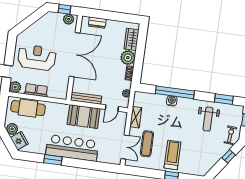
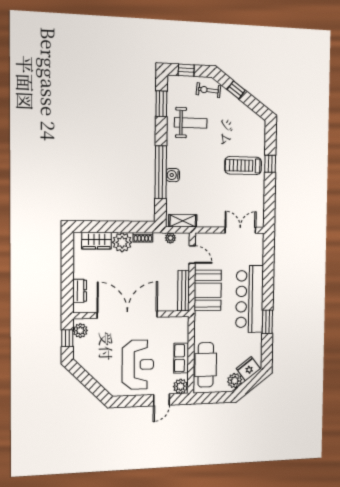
reception desk: (37, 57) -> (138, 365), turned 180
shelving: (136, 117) -> (183, 221), moved
exercise mat: (147, 144) -> (233, 201), removed

